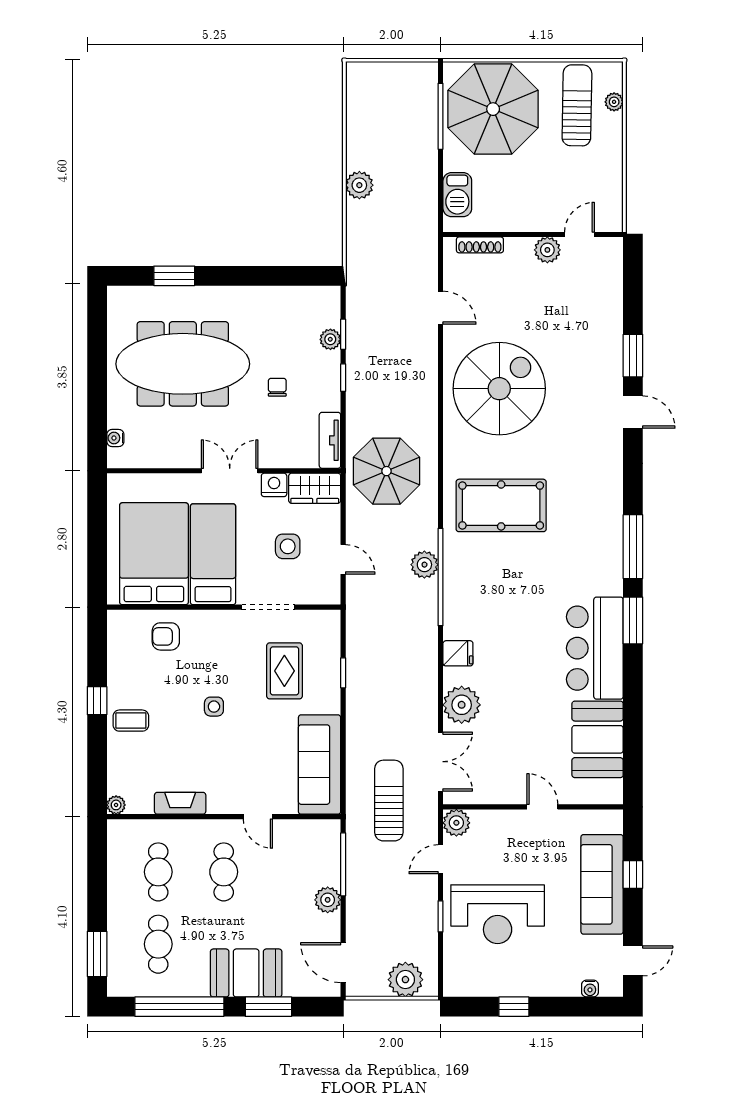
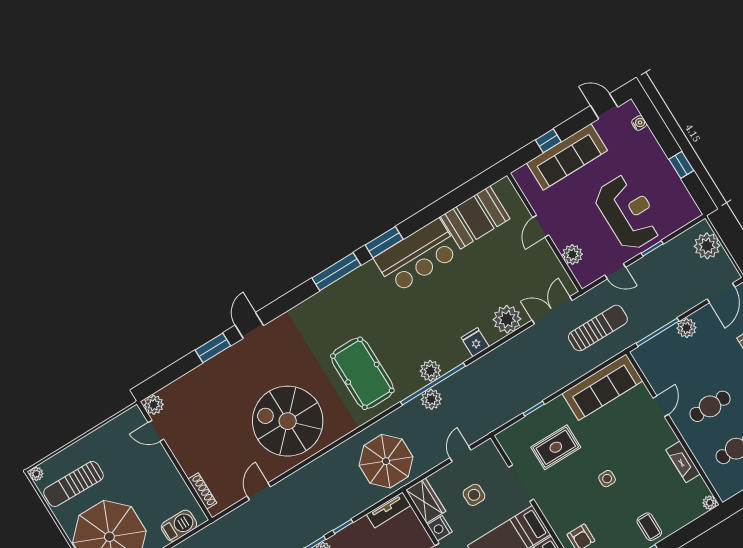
plant: (614, 102) -> (36, 474), moved
plant: (547, 250) -> (154, 405), moved
plant: (457, 583) -> (430, 371), added
sun lounger: (389, 801) -> (598, 328), turned 180
plant: (456, 823) -> (572, 254), moved

